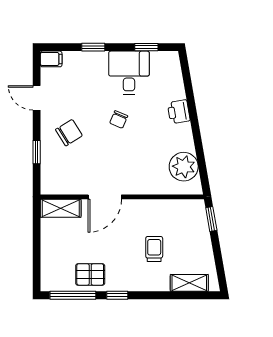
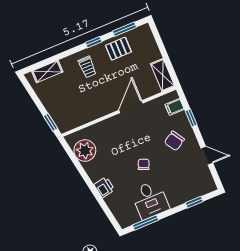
window: (93, 47) -> (194, 202), moved
window: (146, 47) -> (145, 223), width x1.50
filing cabinet: (51, 59) -> (175, 107), moved
shelving: (61, 208) -> (163, 75), moved, turned 90
trolley: (154, 249) -> (87, 67), moved
window: (73, 295) -> (124, 29), width x0.69

